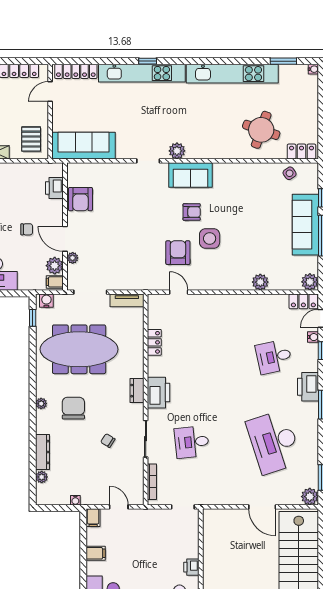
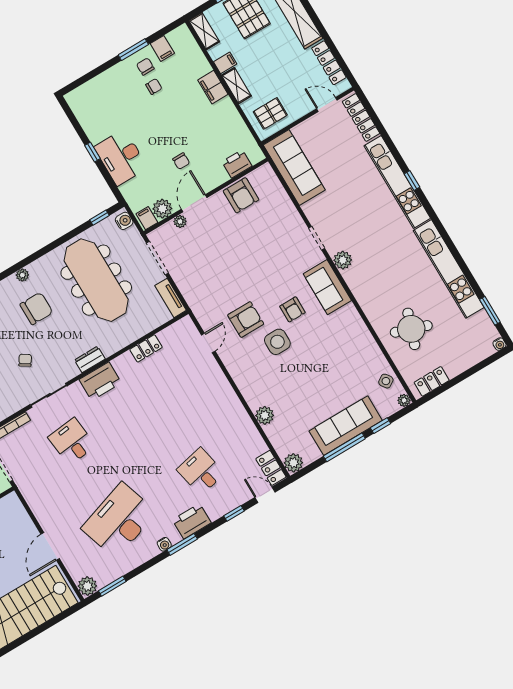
locker: (302, 152) -> (432, 381), moved, turned -90
plant: (313, 168) -> (404, 400), added
armchair: (80, 199) -> (241, 195), turned -90
water cooler: (313, 337) -> (164, 544), moved

